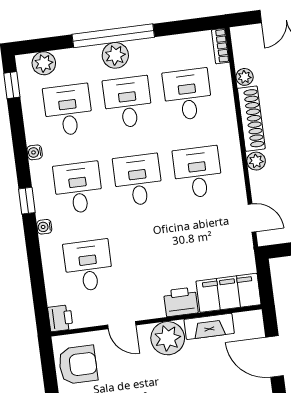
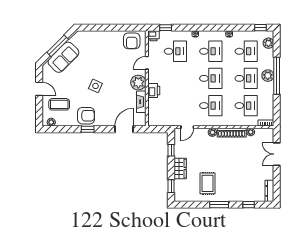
window: (27, 201) -> (166, 28), moved
filing cabinet: (228, 293) -> (155, 112), removed

